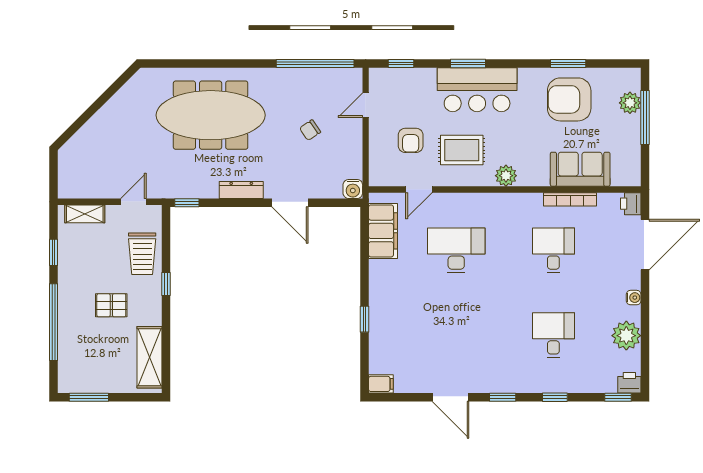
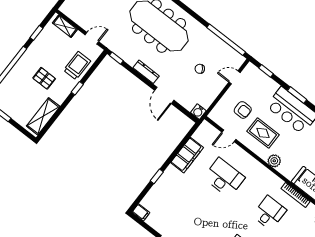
armchair: (411, 140) -> (243, 110), turned -90
filing cabinet: (383, 231) -> (187, 155), moved
trolley: (142, 254) -> (77, 66), turned 180

